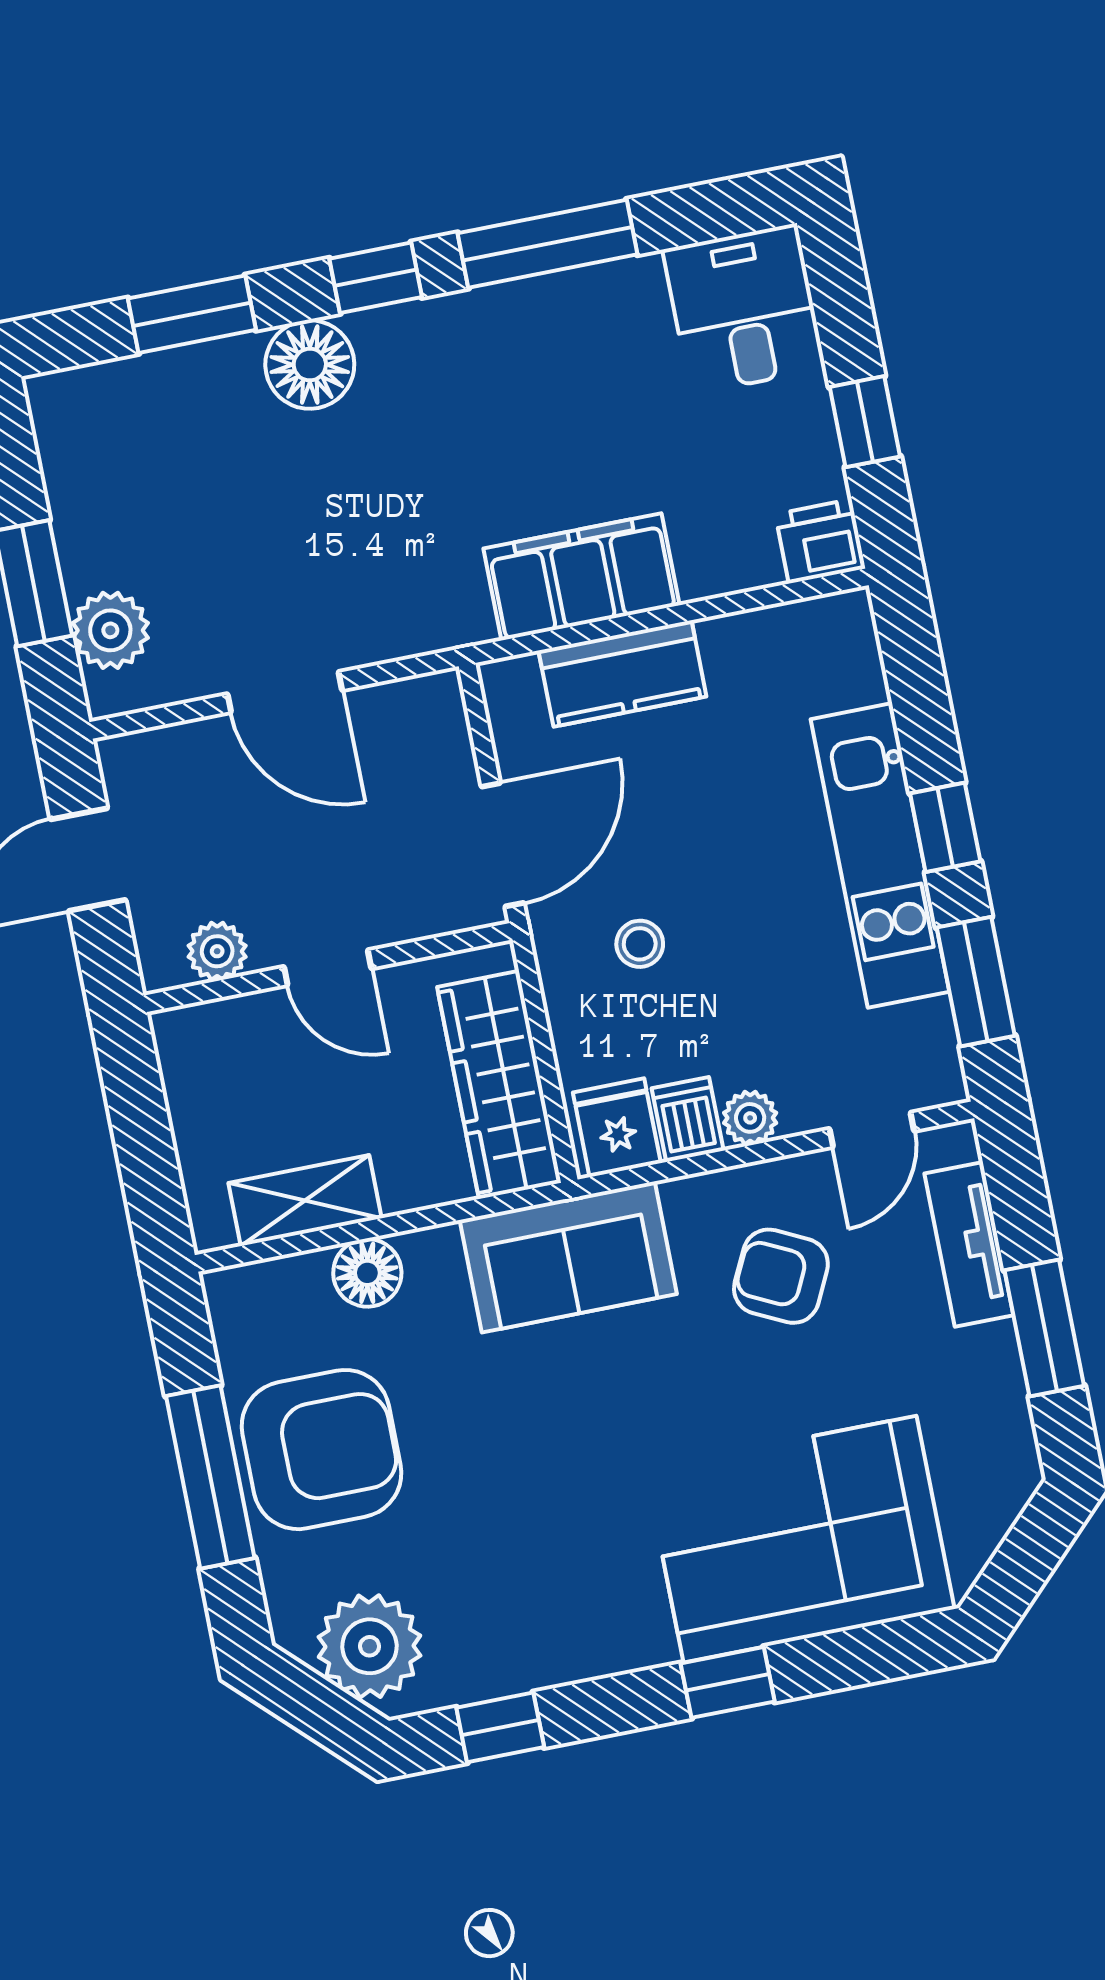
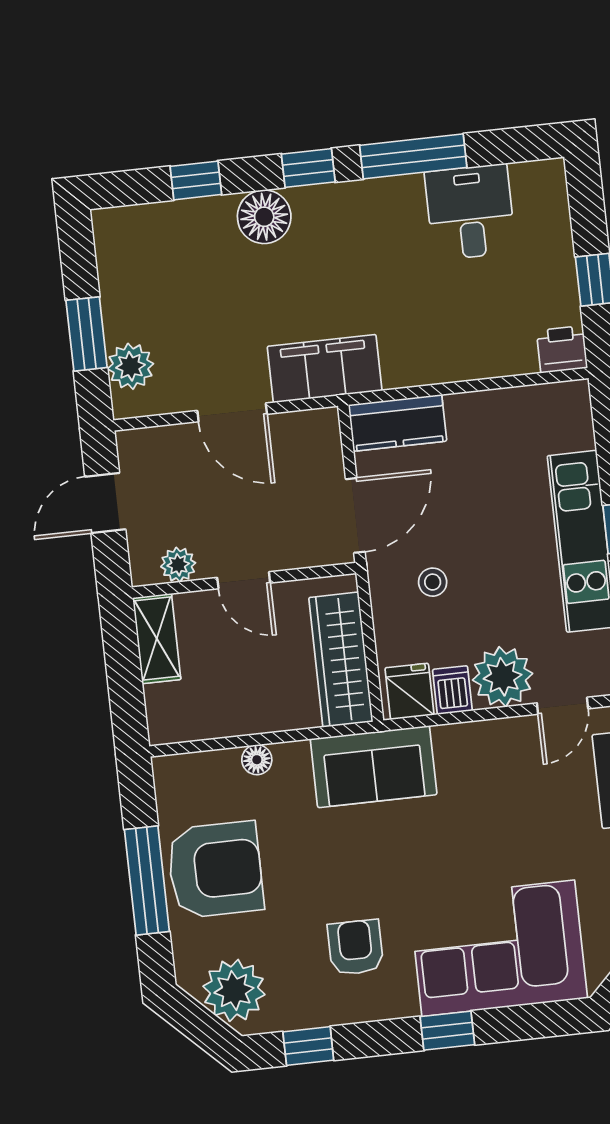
desk: (744, 309) -> (470, 212), moved
window: (192, 314) -> (196, 180), width x0.67
filing cabinet: (582, 577) -> (325, 369), moved
kitchen counter: (622, 673) -> (397, 423), moved
plant: (750, 1118) -> (503, 677), width x1.88, depth x1.88
shelving: (305, 1201) -> (157, 639), moved, turned 90
floor lamp: (367, 1273) -> (257, 760), width x0.73, depth x0.73
armchair: (781, 1276) -> (355, 947), moved, turned 64

